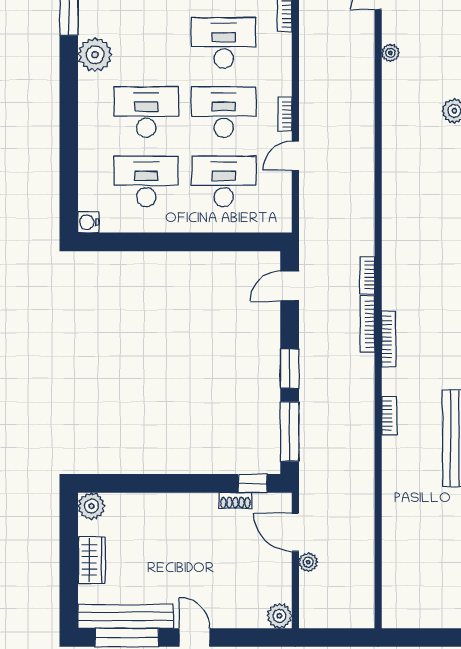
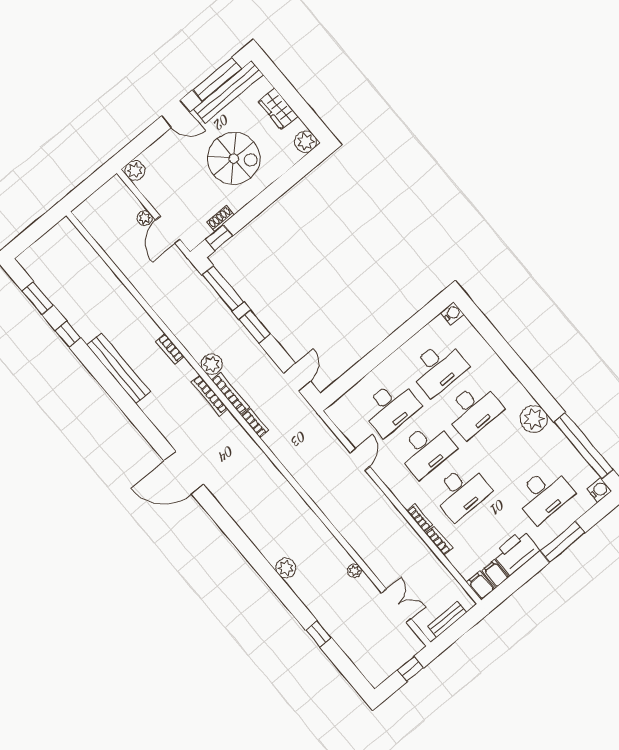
bookcase: (285, 114) -> (420, 518), moved
plant: (362, 367) -> (212, 364), added
door: (295, 532) -> (168, 230), swing flipped
spiral stairs: (174, 548) -> (234, 158), added

